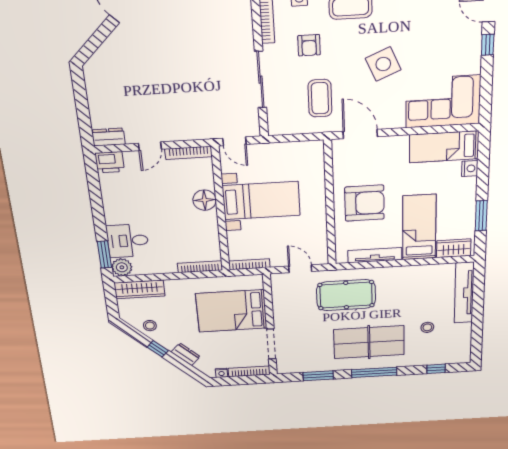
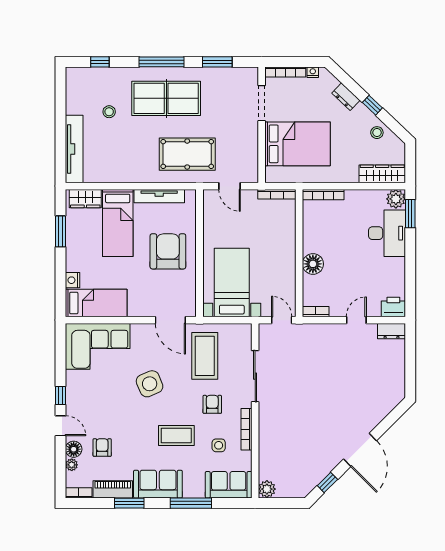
coffee table: (320, 98) -> (205, 356), width x1.36, depth x1.32
bookcase: (188, 153) -> (316, 312), width x0.64
bed with nightstands: (261, 200) -> (232, 282), moved, turned 90
armchair: (364, 203) -> (168, 251), turned 90
desk: (128, 241) -> (387, 233), width x1.37

